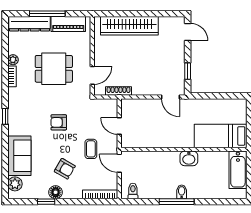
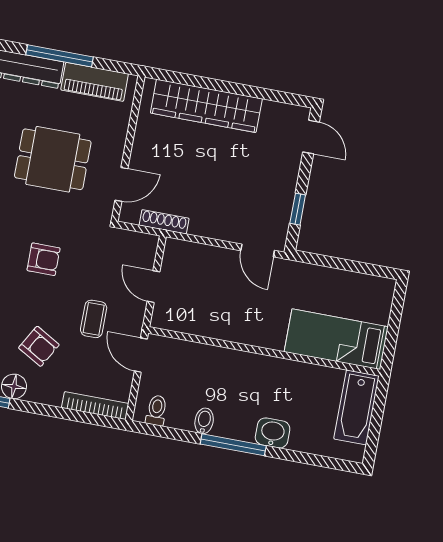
armchair: (59, 122) -> (44, 259), turned 180
washbasin: (189, 158) -> (273, 433), moved, turned 180
bidet: (182, 192) -> (204, 421), moved

